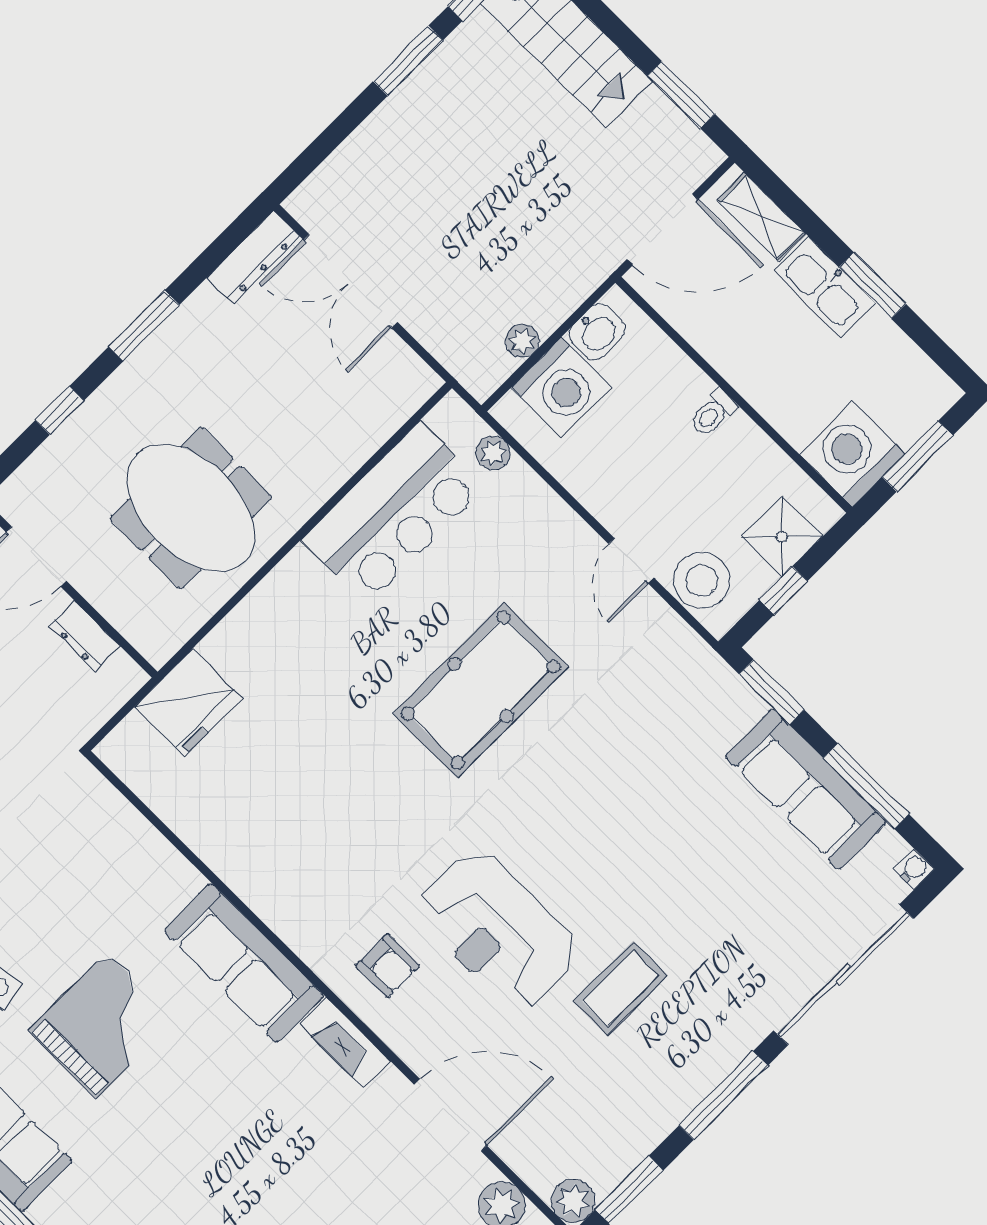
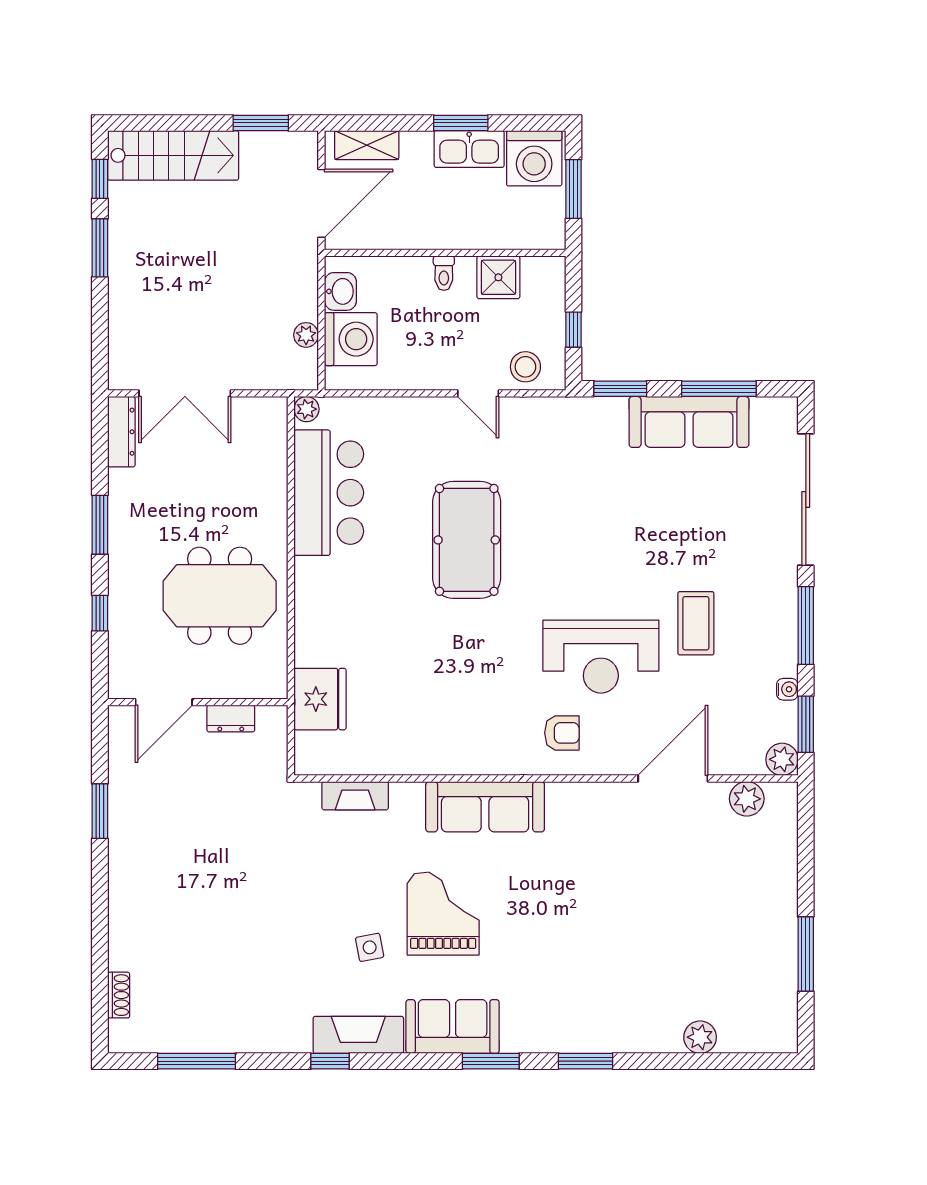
kitchen sink: (824, 287) -> (469, 149), moved
plant: (493, 453) -> (307, 409), moved
washing machine: (852, 454) -> (534, 158), moved, turned -90
shower: (782, 537) -> (498, 277), moved
stool: (702, 580) -> (525, 367), width x0.73, depth x0.73
water cooler: (914, 869) -> (787, 689), moved, turned 90
fireplace: (345, 1043) -> (355, 796), moved

